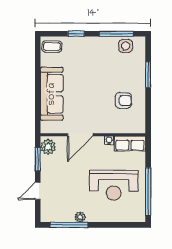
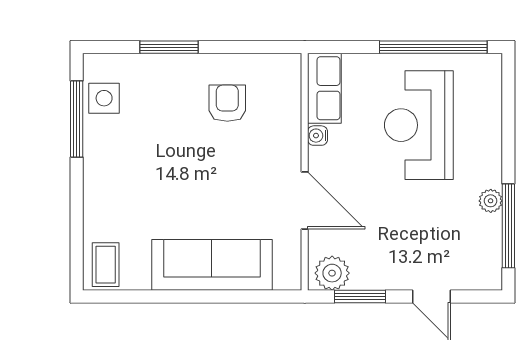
window: (76, 34) -> (77, 210), removed
reception desk: (114, 185) -> (419, 125), turned 180

